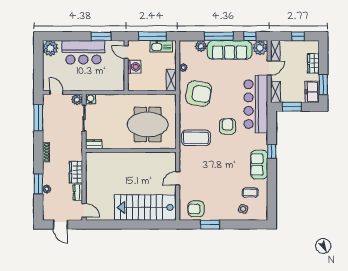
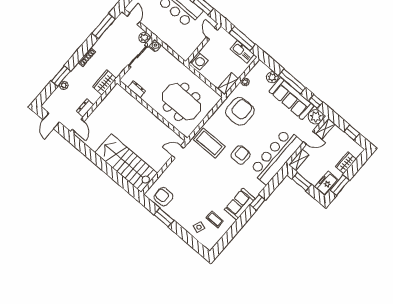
washing machine: (134, 67) -> (199, 61), moved
armchair: (199, 94) -> (240, 111), turned -99
dresser: (94, 144) -> (137, 89), moved
wardrobe: (76, 172) -> (105, 83), moved
door: (178, 178) -> (178, 152), moved

